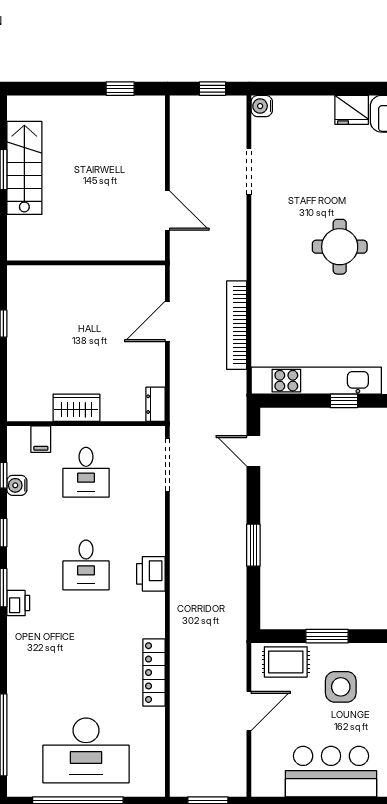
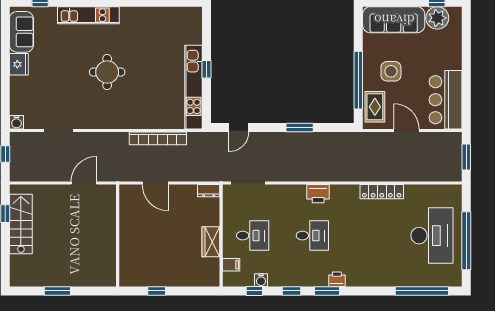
stairs: (24, 168) -> (21, 224), moved, turned 90
window: (327, 636) -> (358, 80), width x2.11
bar counter: (331, 772) -> (446, 100), moved

